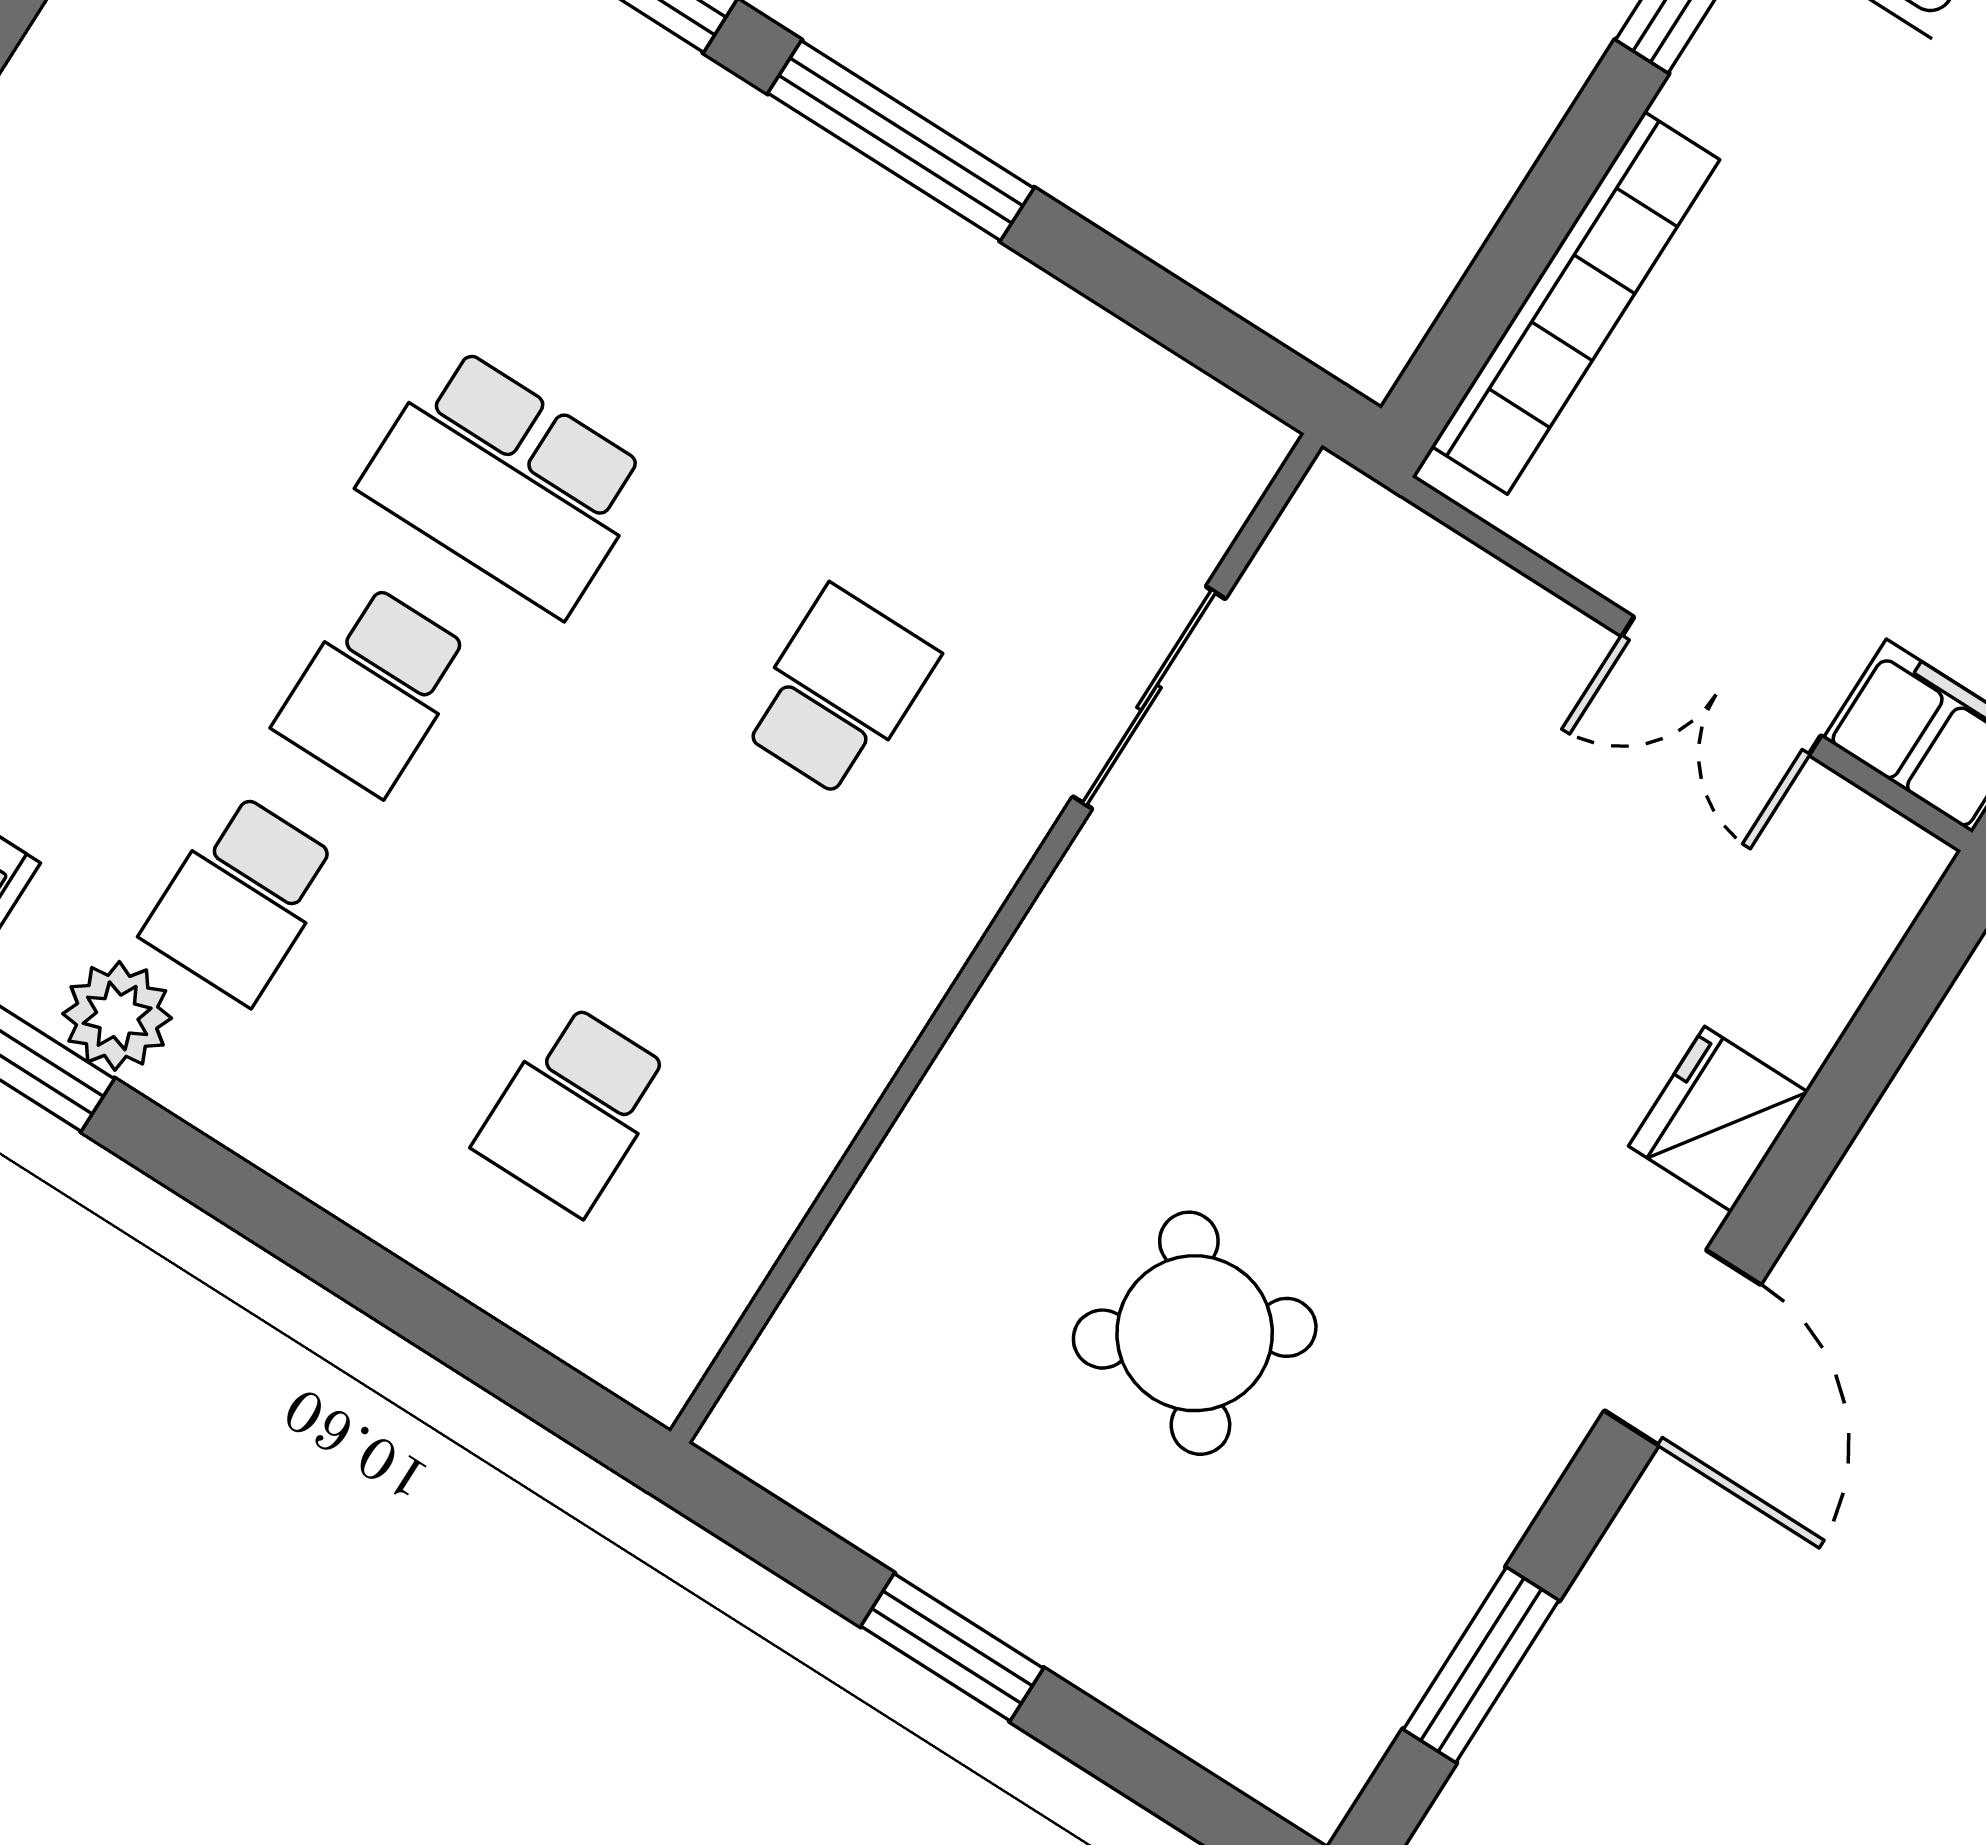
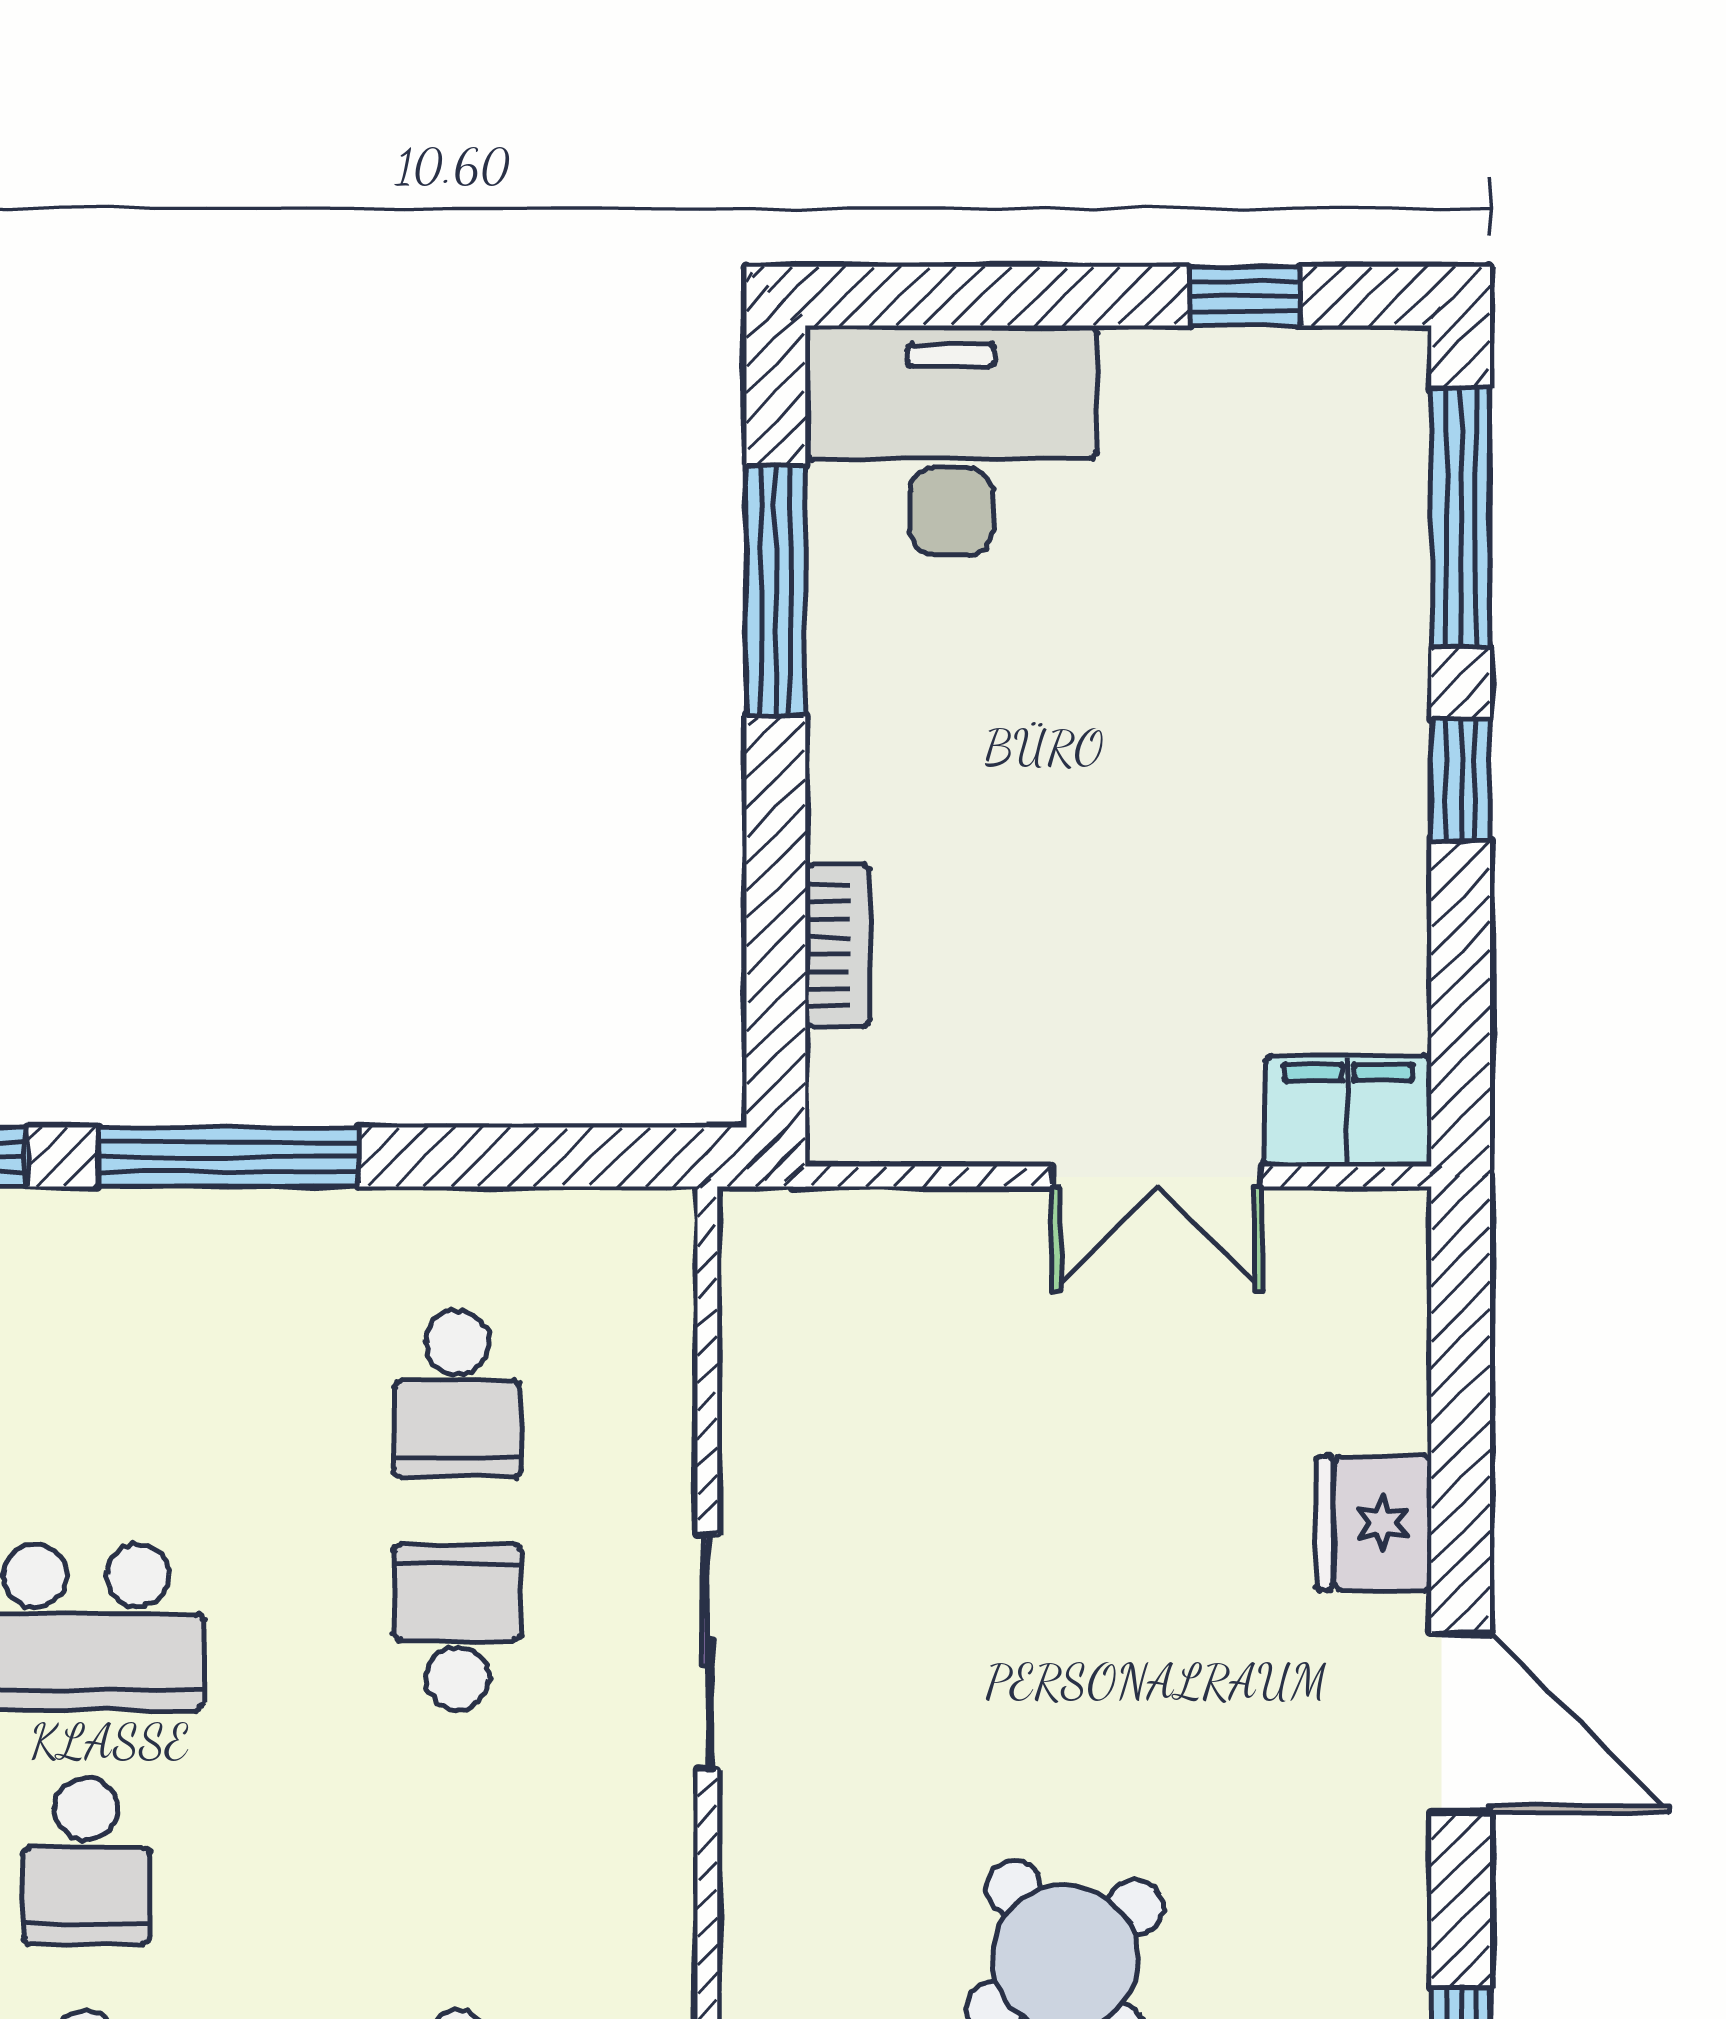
bookcase: (1576, 303) -> (838, 945), width x0.43, depth x0.76
school desk: (971, 483) -> (457, 1394), added
sliding door: (1149, 698) -> (707, 1652), moved

